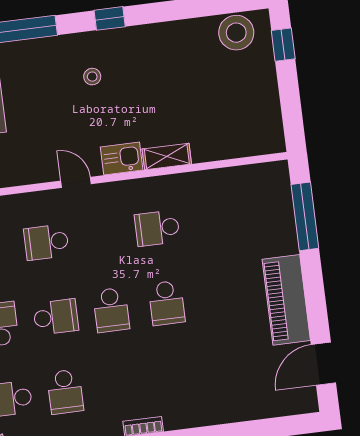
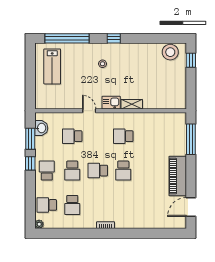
school desk: (111, 310) -> (98, 171), turned 90
school desk: (56, 317) -> (72, 171), turned 90

